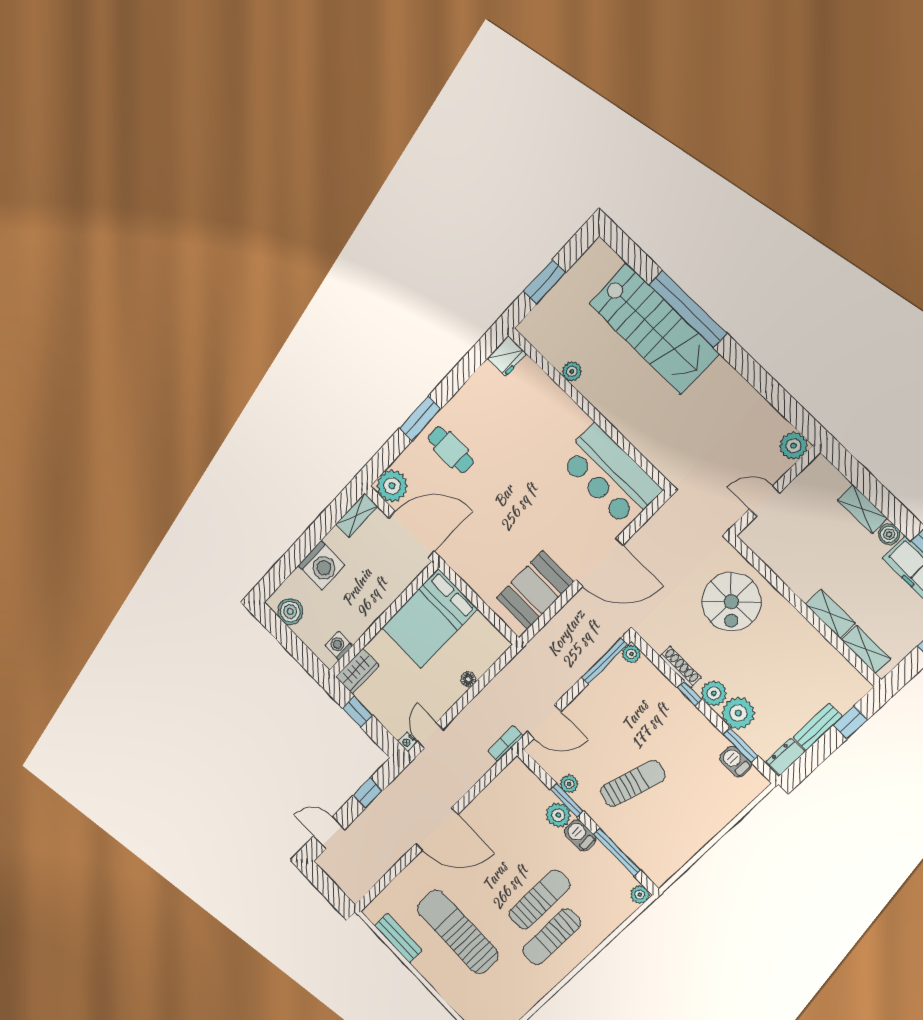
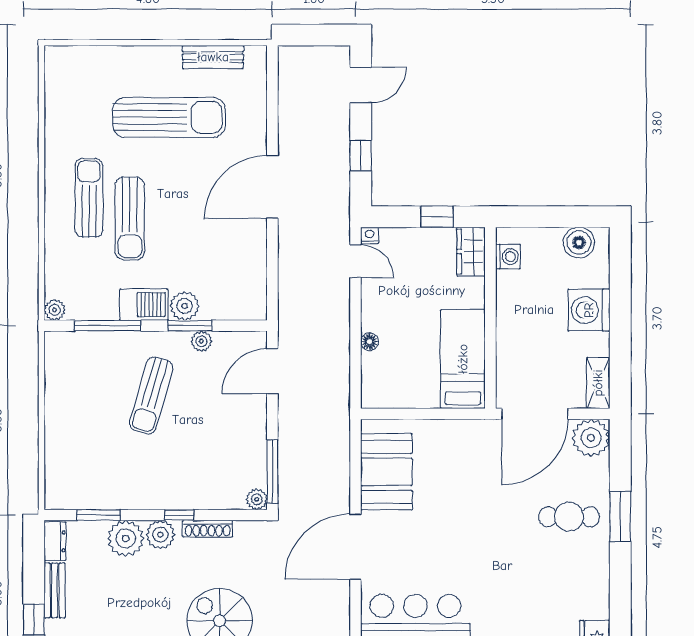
bed: (429, 619) -> (463, 359), width x0.67
bookcase: (505, 743) -> (286, 320), removed
barbecue: (736, 761) -> (89, 498), removed
barbecue: (580, 835) -> (144, 305), width x1.38, depth x1.27

